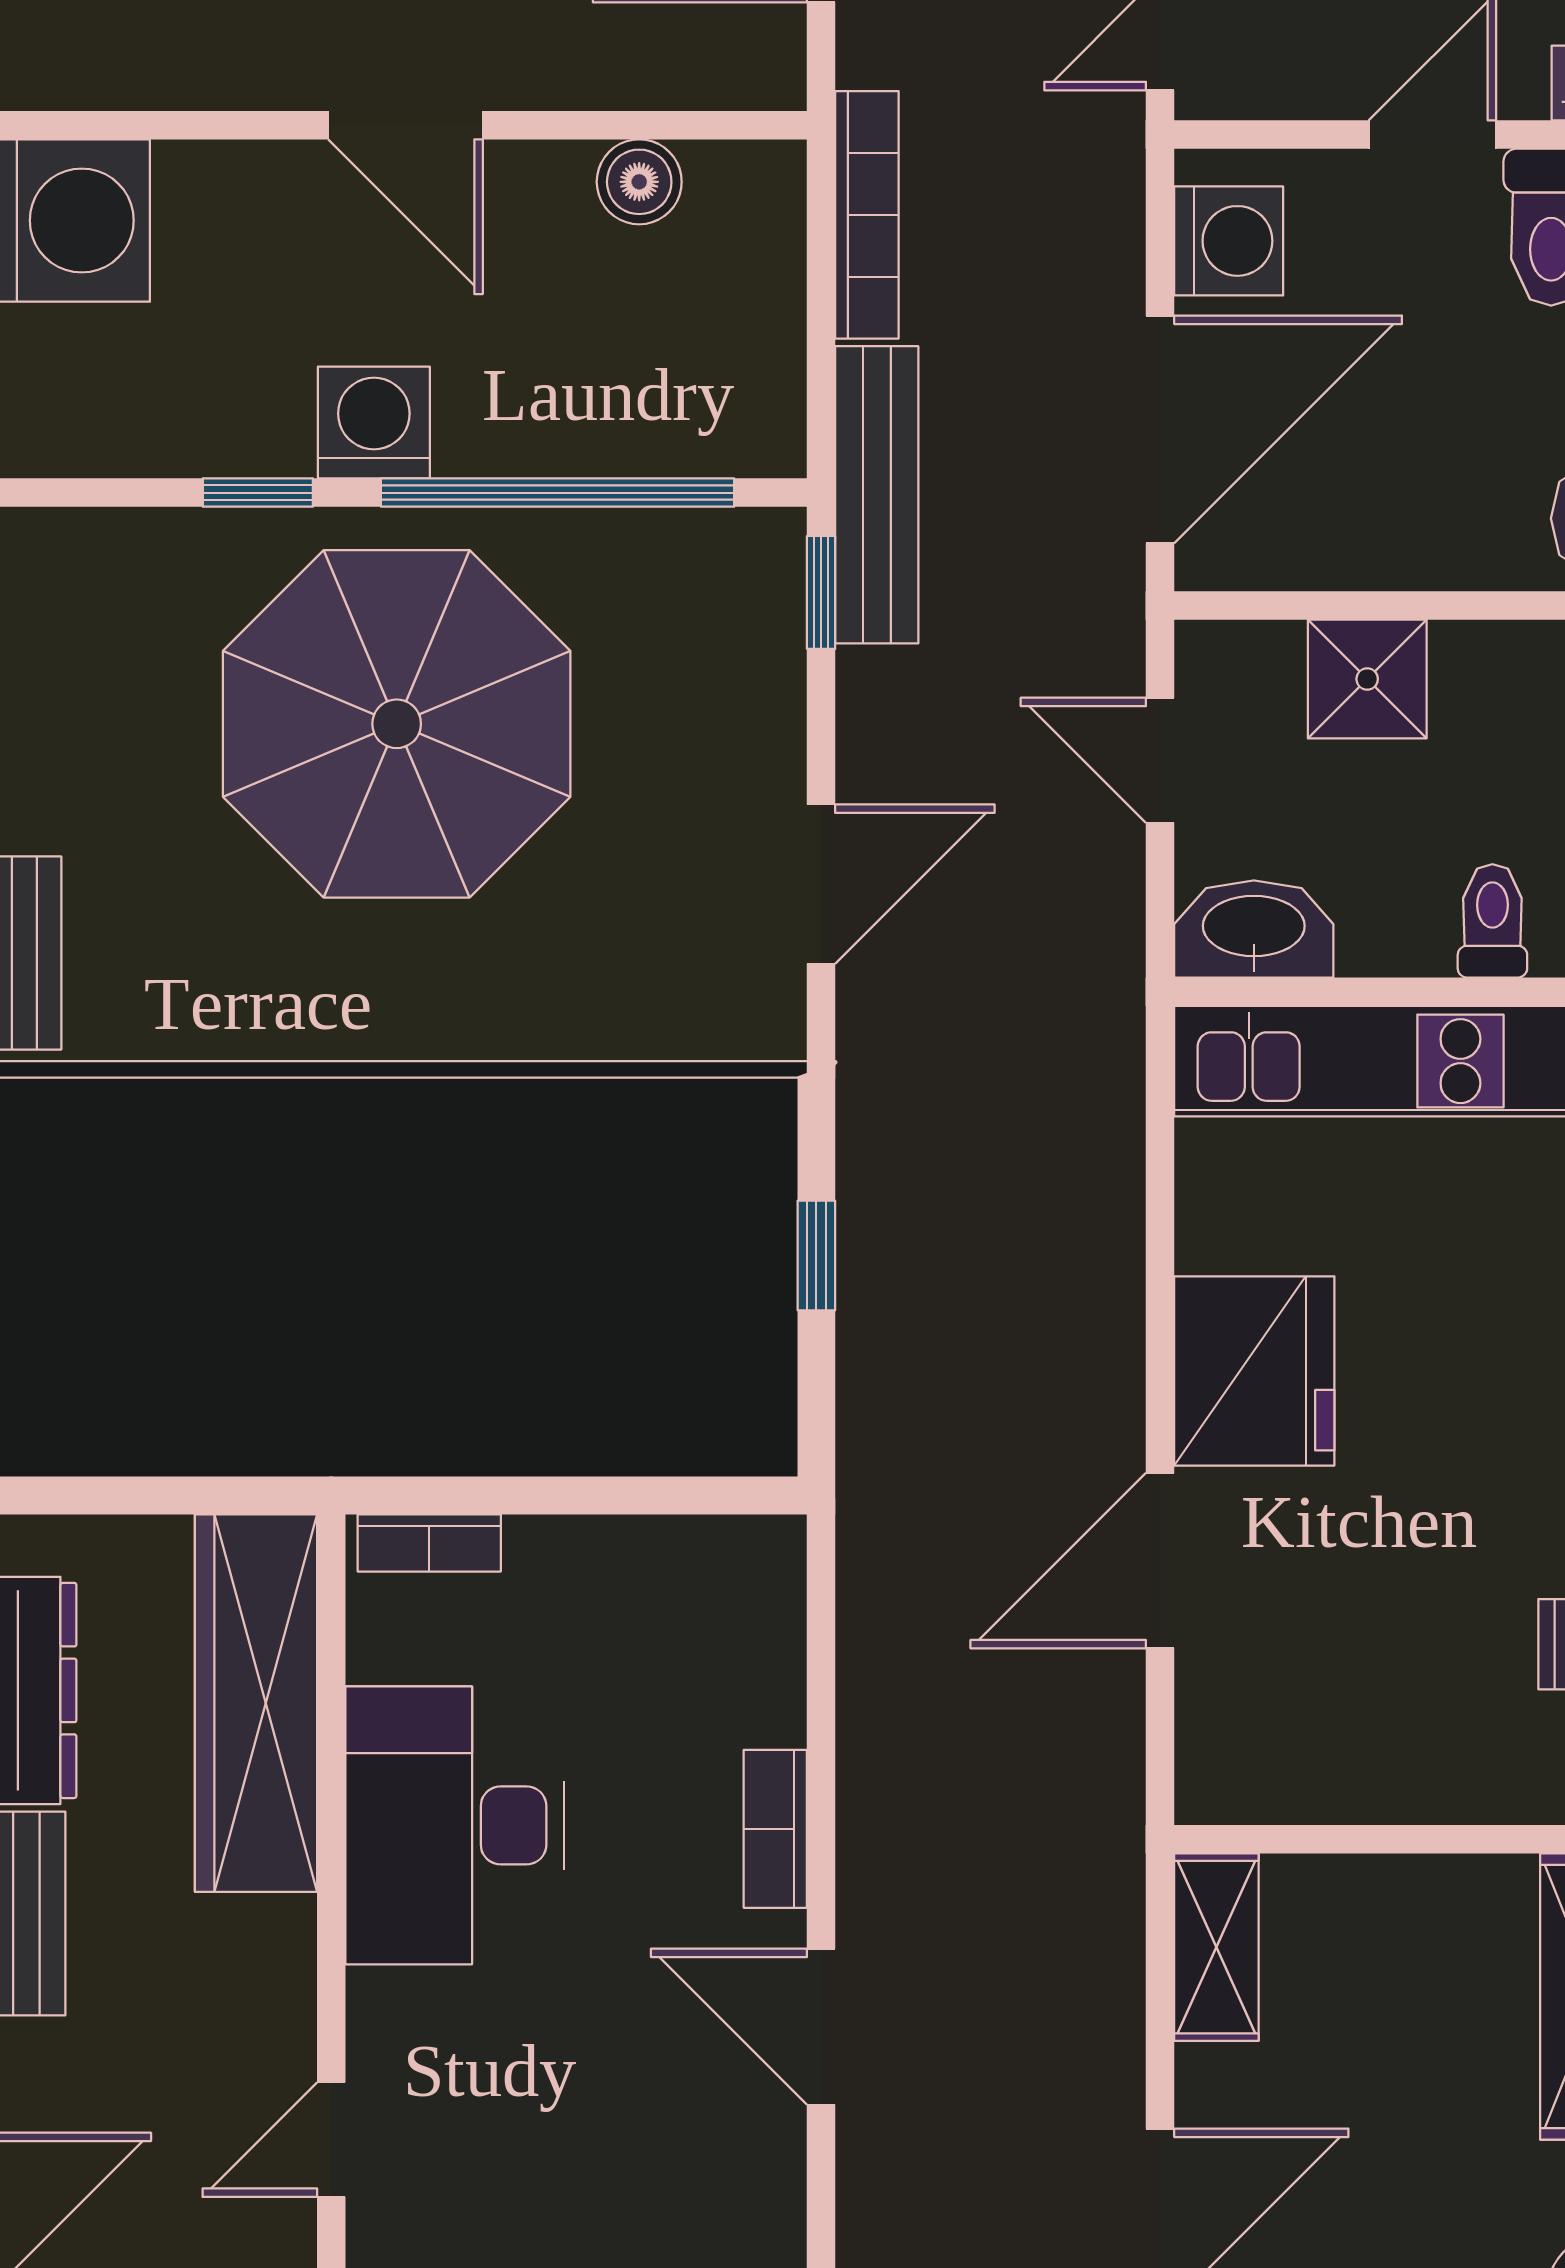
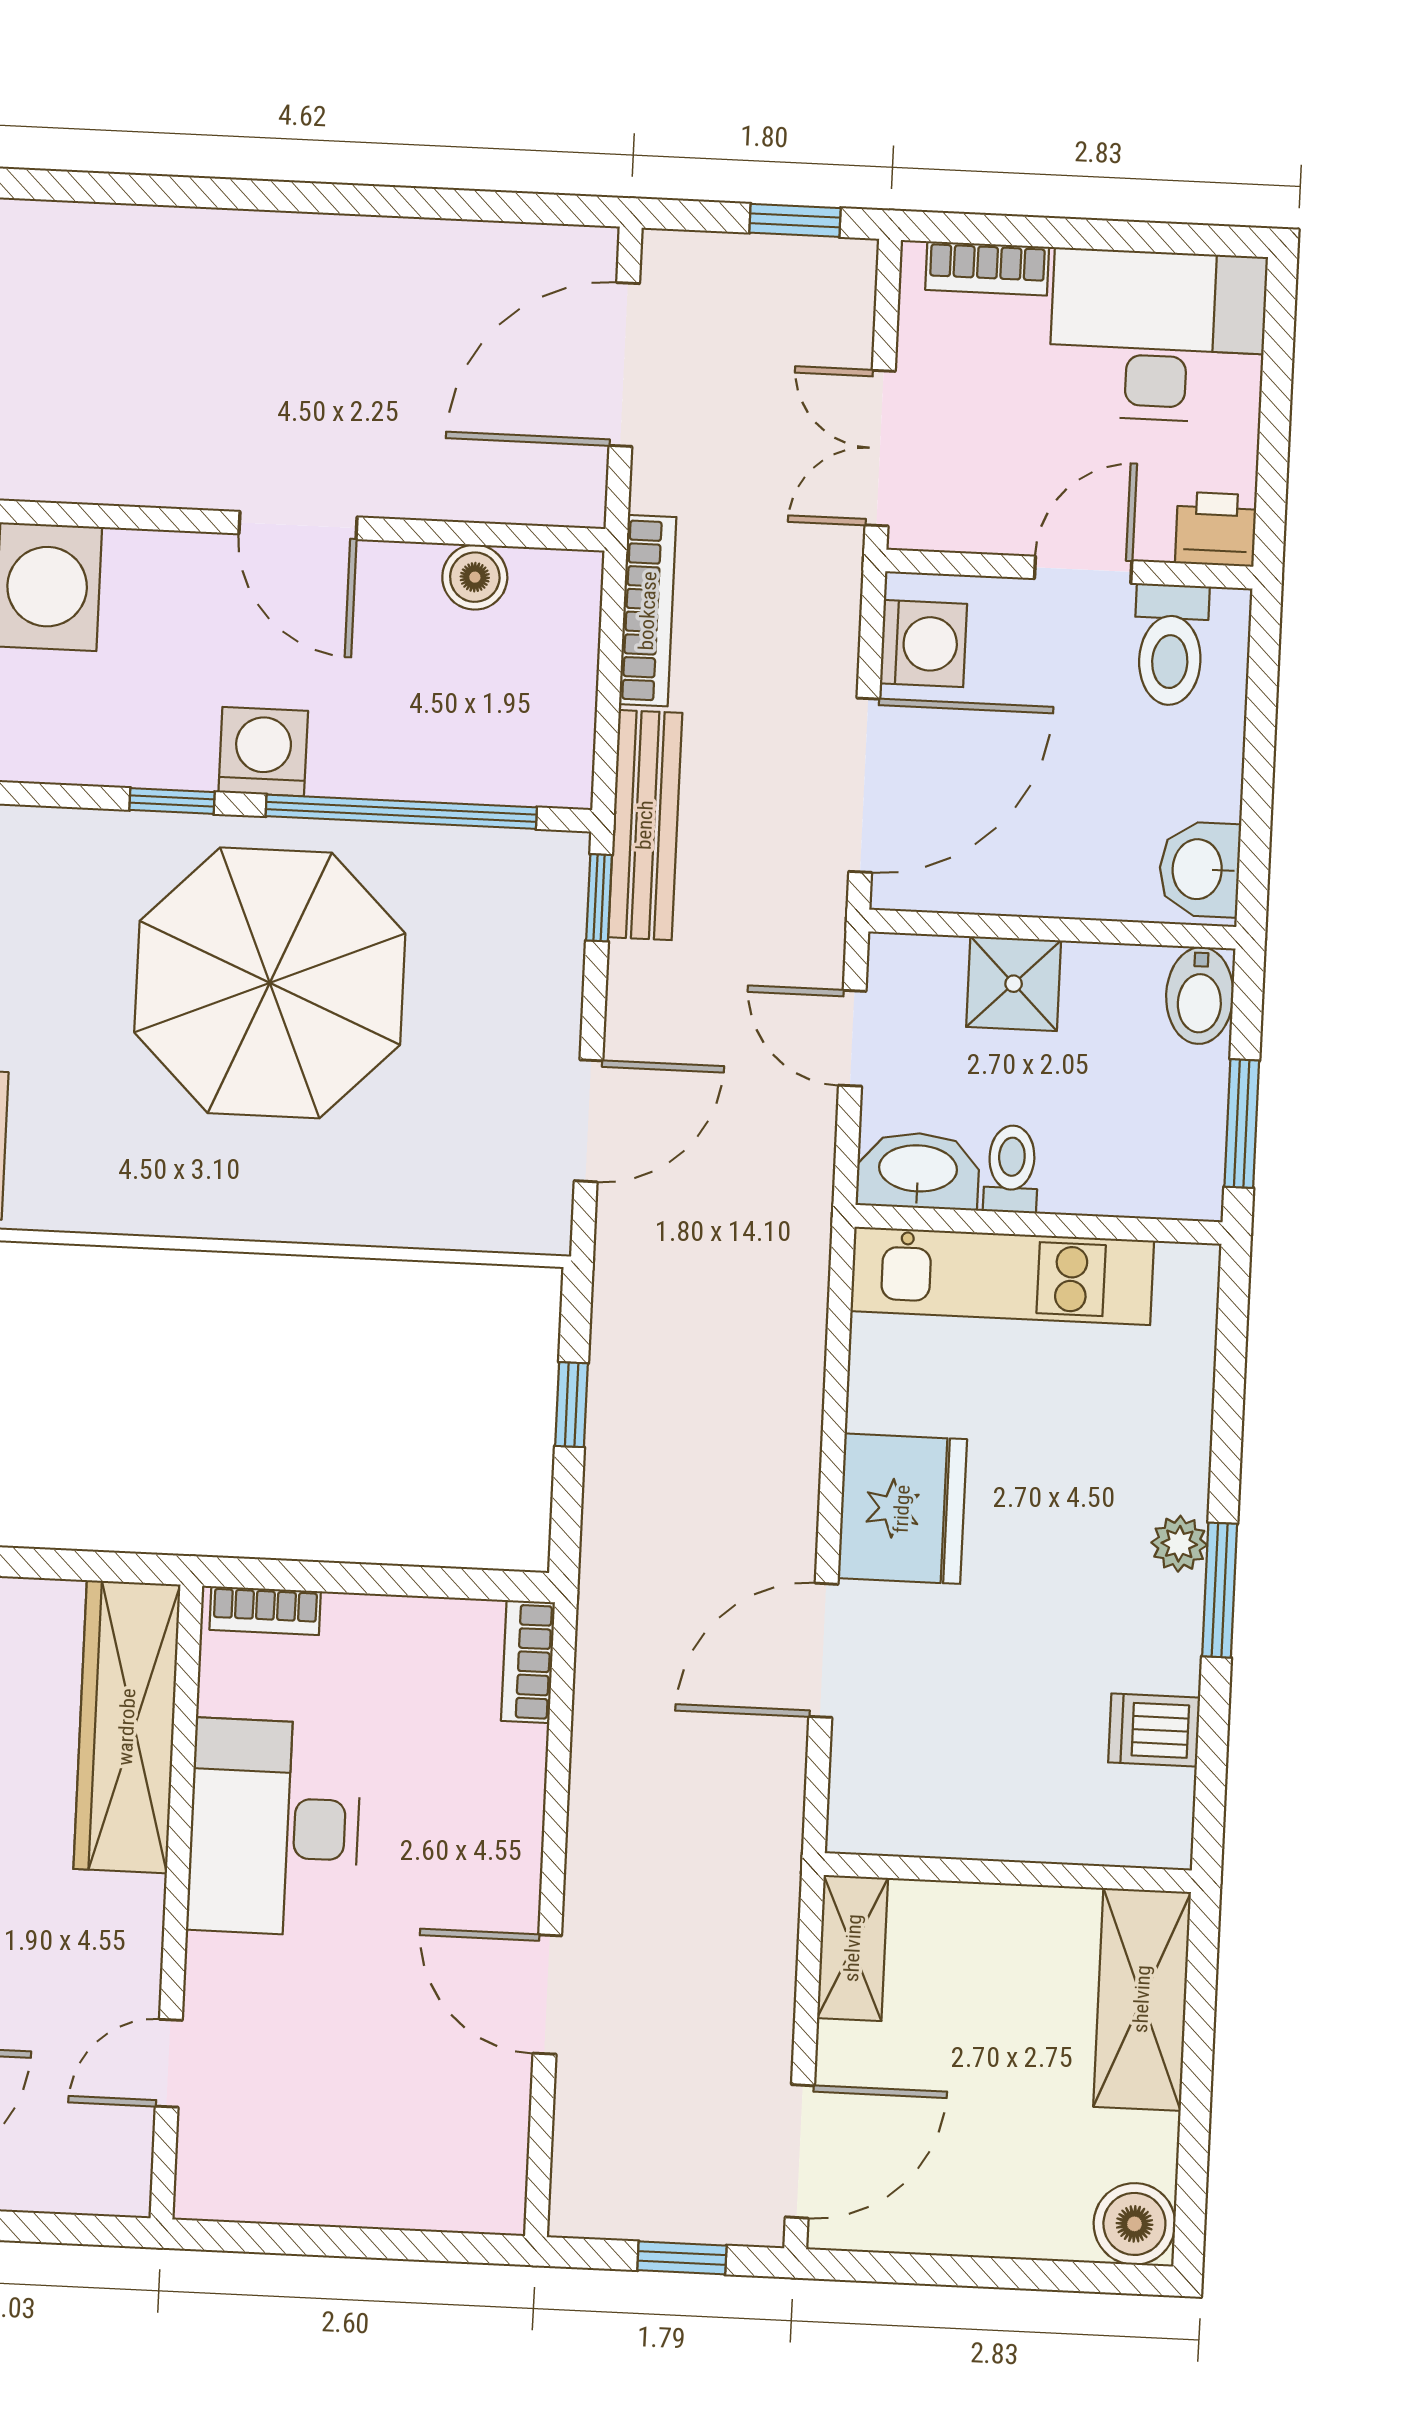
toilet: (1492, 921) -> (1011, 1169), moved
bookcase: (775, 1829) -> (528, 1662), moved

